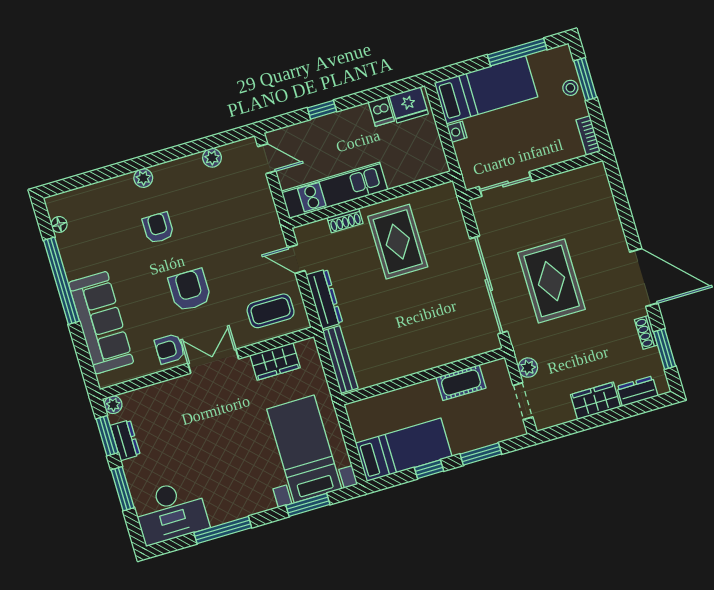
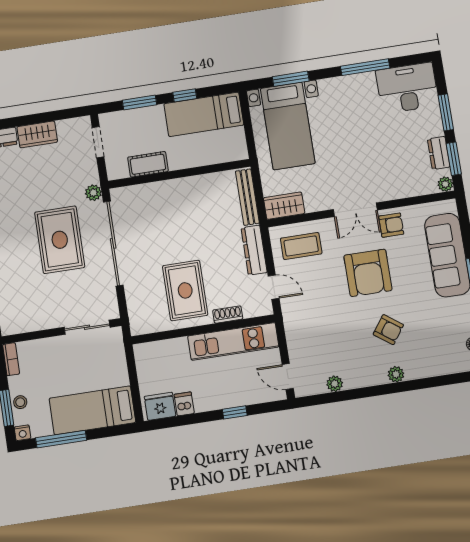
nightstand: (457, 132) -> (23, 433), moved, turned 90
armchair: (158, 228) -> (388, 330), turned -54
armchair: (190, 290) -> (368, 273), width x1.36, depth x1.36
wardrobe: (275, 361) -> (284, 206), moved
plant: (528, 368) -> (93, 193), moved

